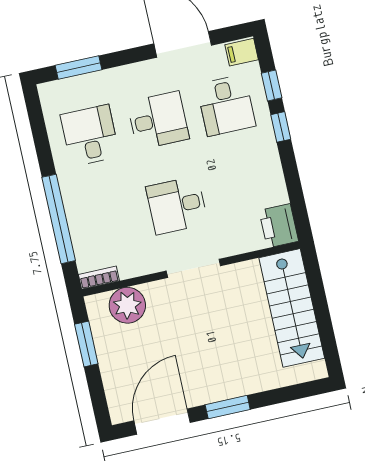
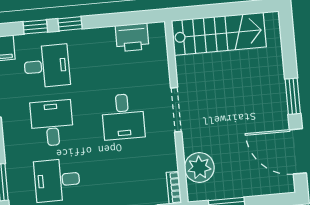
printer: (279, 226) -> (132, 37), moved

